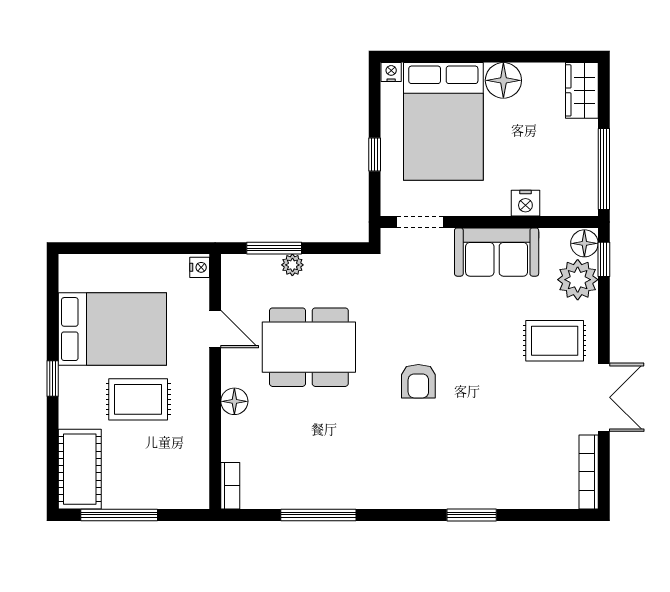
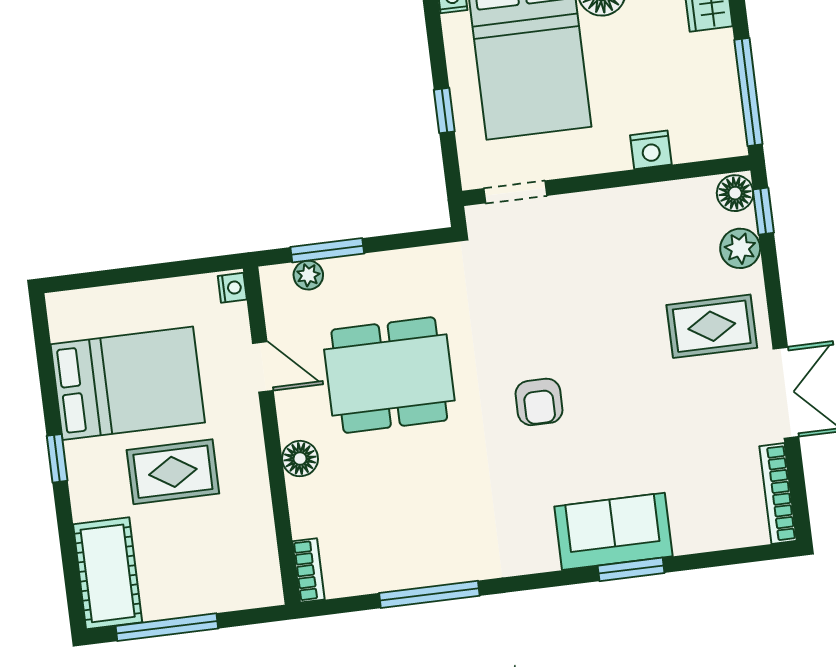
sofa: (497, 252) -> (613, 531), moved, turned 180
plant: (292, 265) -> (308, 275), moved
plant: (578, 280) -> (740, 248), width x0.73, depth x0.73

